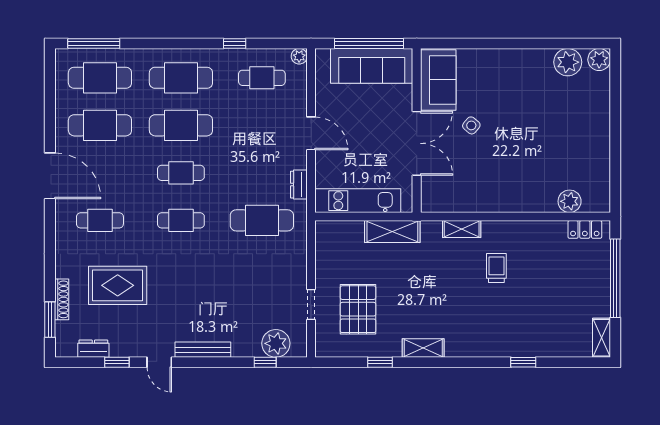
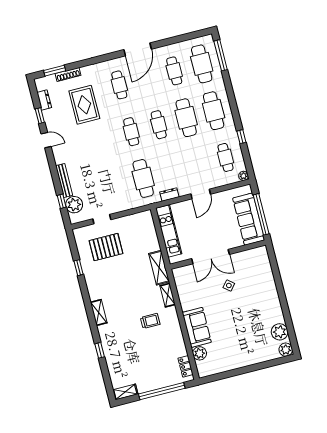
sofa: (438, 80) -> (197, 327), moved, turned -90
cafe table: (100, 125) -> (174, 71), width x0.73, depth x0.74
shelving: (392, 232) -> (159, 268), moved
shelving: (423, 348) -> (99, 313), moved
bench: (203, 350) -> (64, 181), moved
door: (159, 362) -> (46, 140), swing flipped

